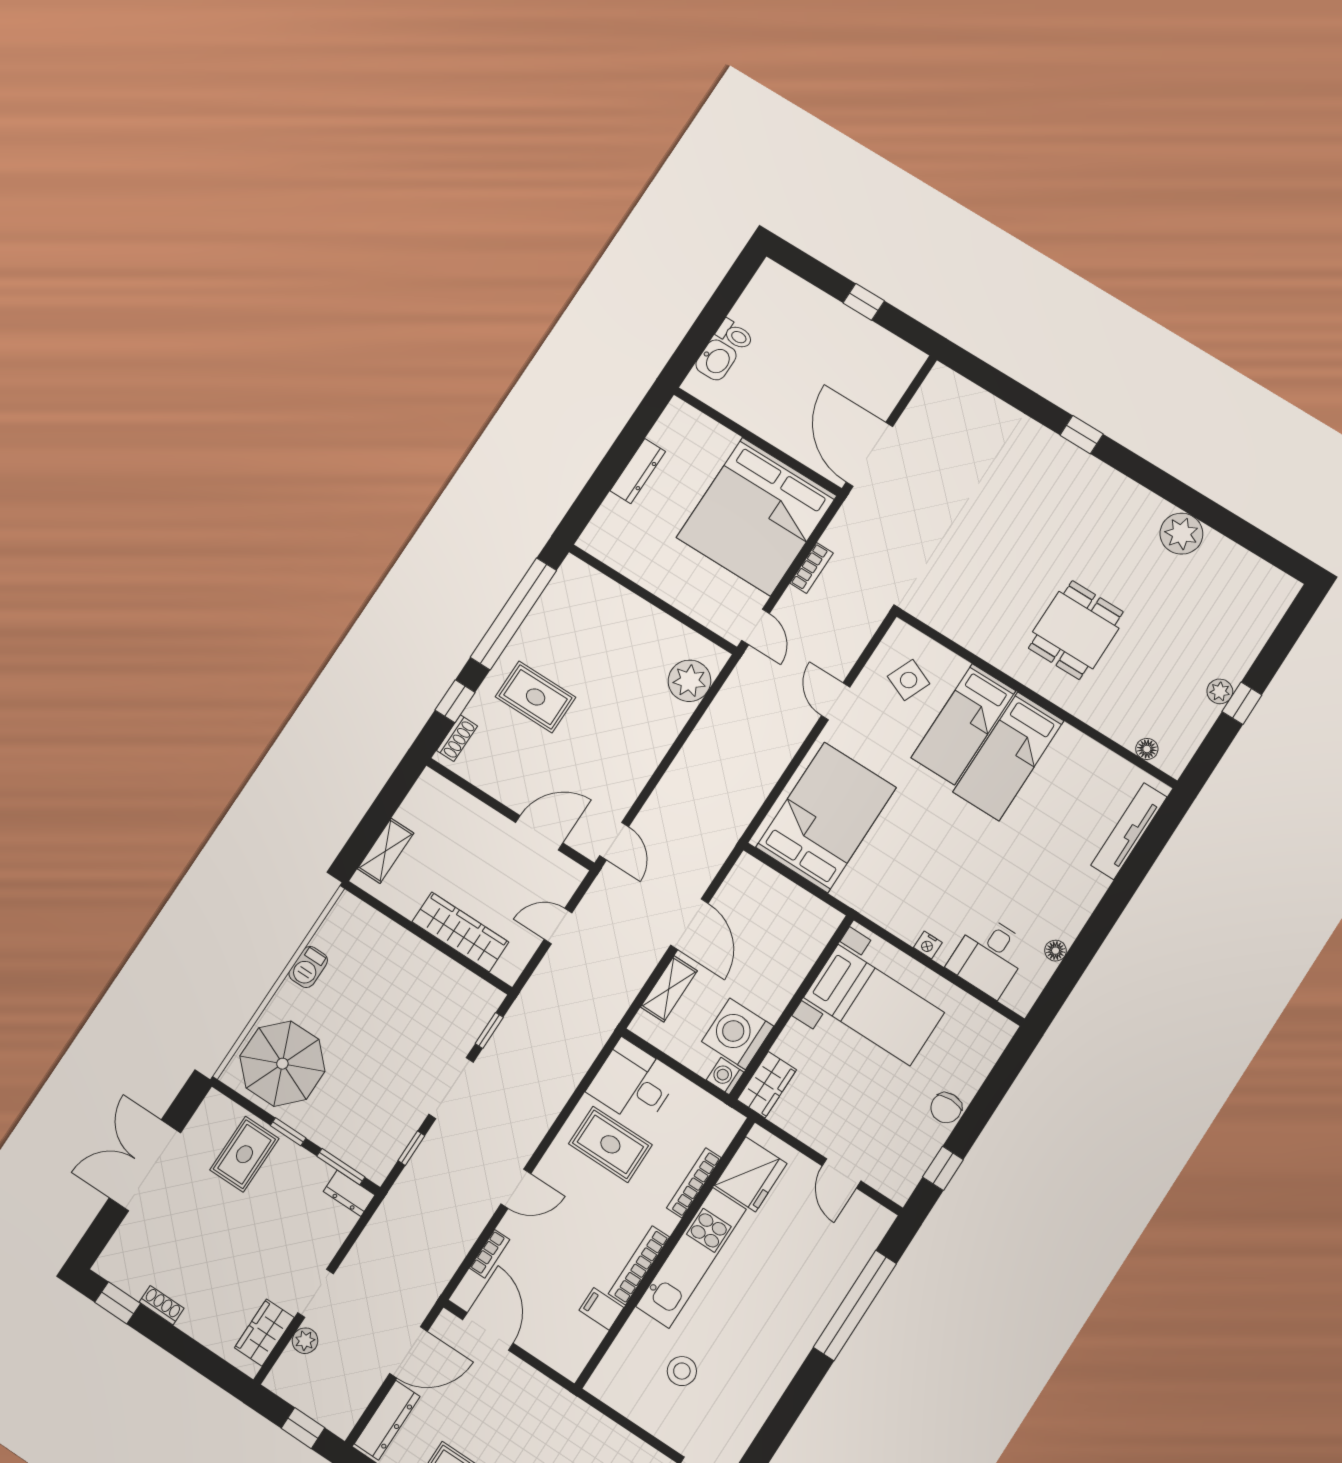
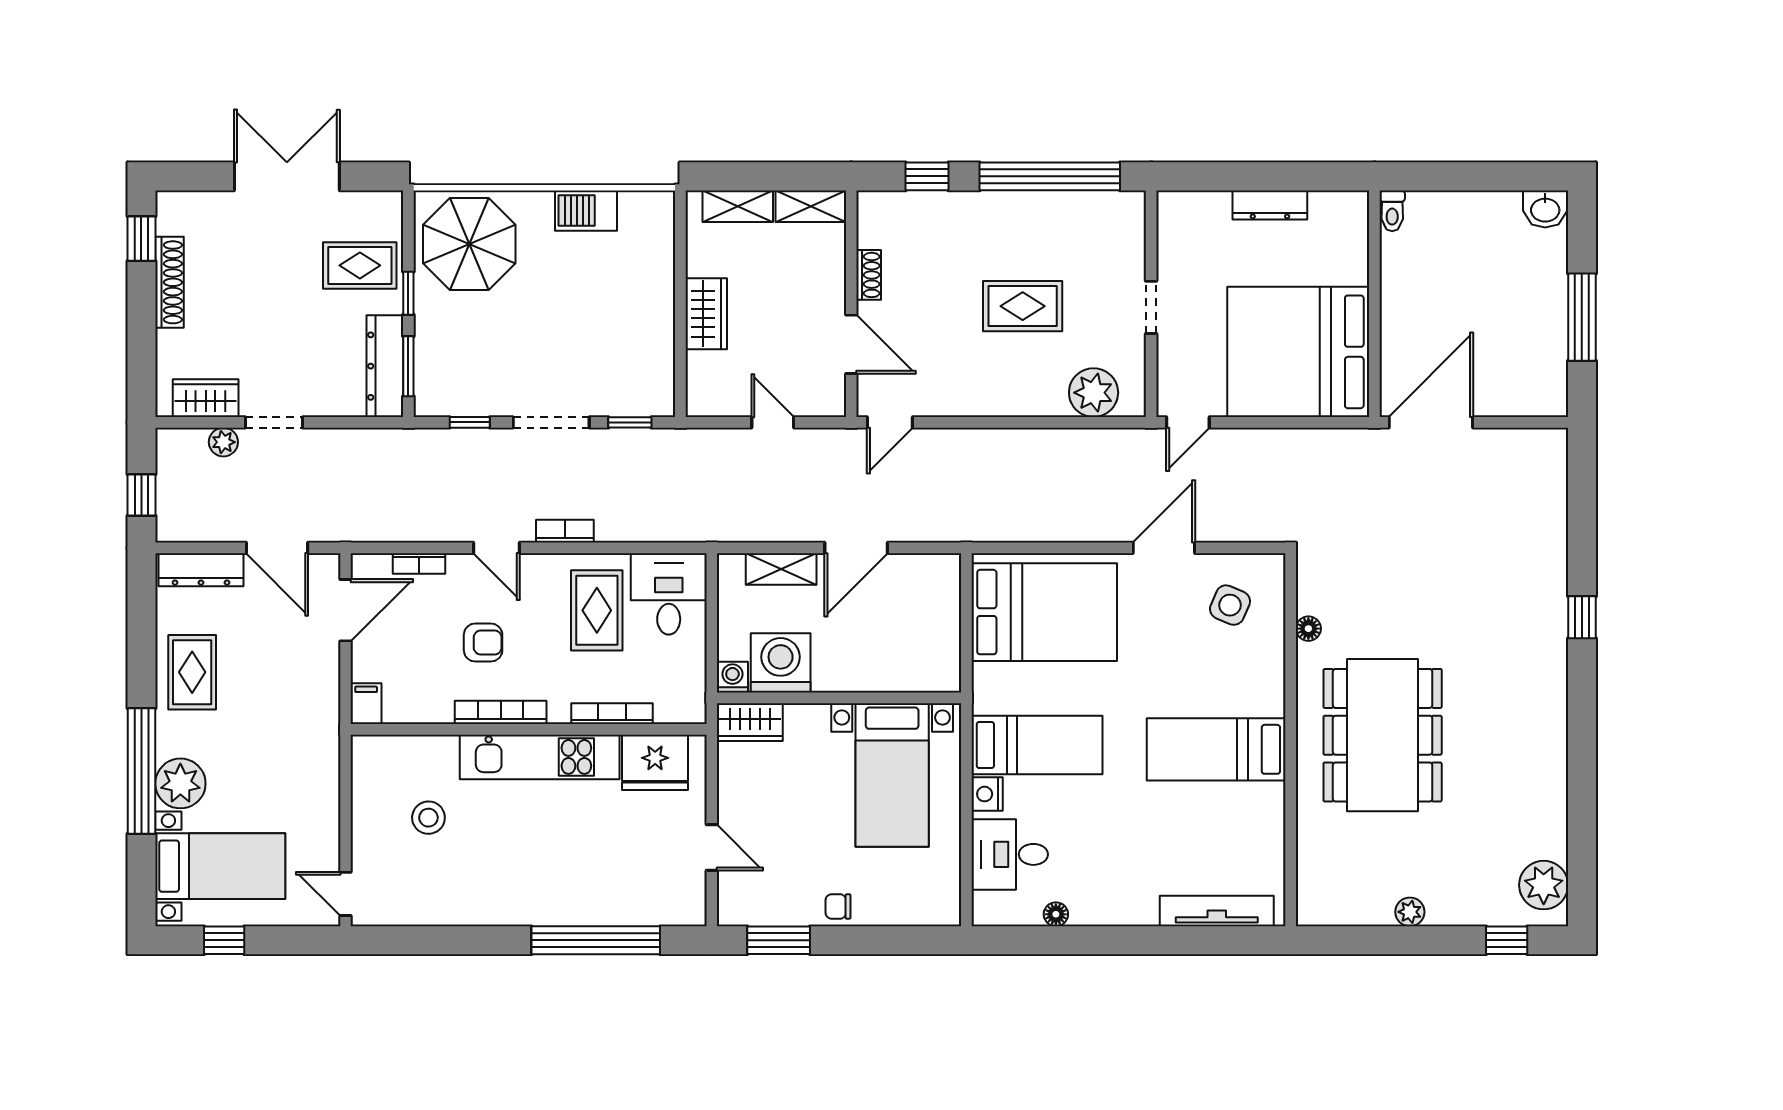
window: (864, 302) -> (1582, 317), width x2.17
toilet: (735, 335) -> (1392, 211), moved
washbasin: (716, 360) -> (1545, 209), moved
plant: (1181, 534) -> (1544, 885), moved
bookcase: (812, 568) -> (565, 531), moved, turned 180
doorway: (655, 601) -> (1151, 307), added
dining table: (1076, 630) -> (1383, 735), width x1.88, depth x1.24
rug: (536, 697) -> (1023, 306), moved, turned 90
door: (836, 701) -> (1164, 548), width x1.38
window: (1242, 703) -> (1507, 940), moved
bed: (963, 724) -> (1037, 745), moved, turned 180
shoe rack: (457, 738) -> (869, 275), moved, turned -90
floor lamp: (1147, 749) -> (1308, 629), moved
shelving: (421, 798) -> (811, 206), added
wardrobe: (460, 932) -> (706, 314), width x0.67
nightstand: (928, 945) -> (987, 794), width x1.39, depth x1.35
barbecue: (308, 967) -> (586, 211), width x1.38, depth x1.27
chair: (946, 1108) -> (838, 907), width x0.73, depth x0.73
window: (943, 1168) -> (779, 940), width x1.50
door: (841, 1173) -> (712, 847), swing flipped
dresser: (349, 1193) -> (385, 366), width x1.96, depth x1.24
armchair: (579, 1244) -> (483, 643), added
shoe rack: (162, 1305) -> (170, 282), width x1.94, depth x1.24
filing cabinet: (601, 1309) -> (366, 704), moved

